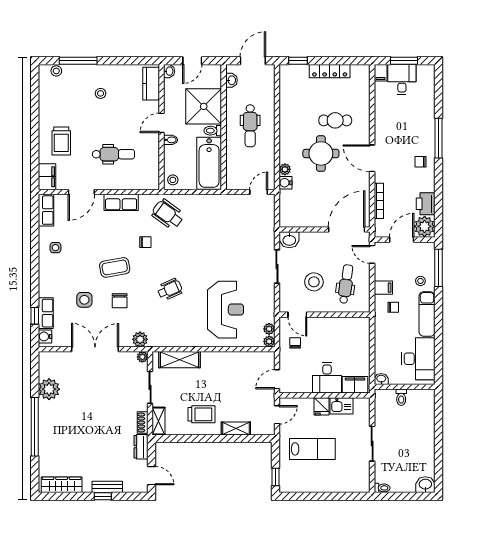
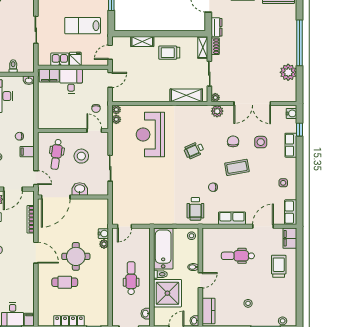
wheelchair: (168, 214) -> (195, 209), turned 54
washbasin: (289, 240) -> (80, 189), moved
row of seats: (46, 313) -> (291, 145), moved

